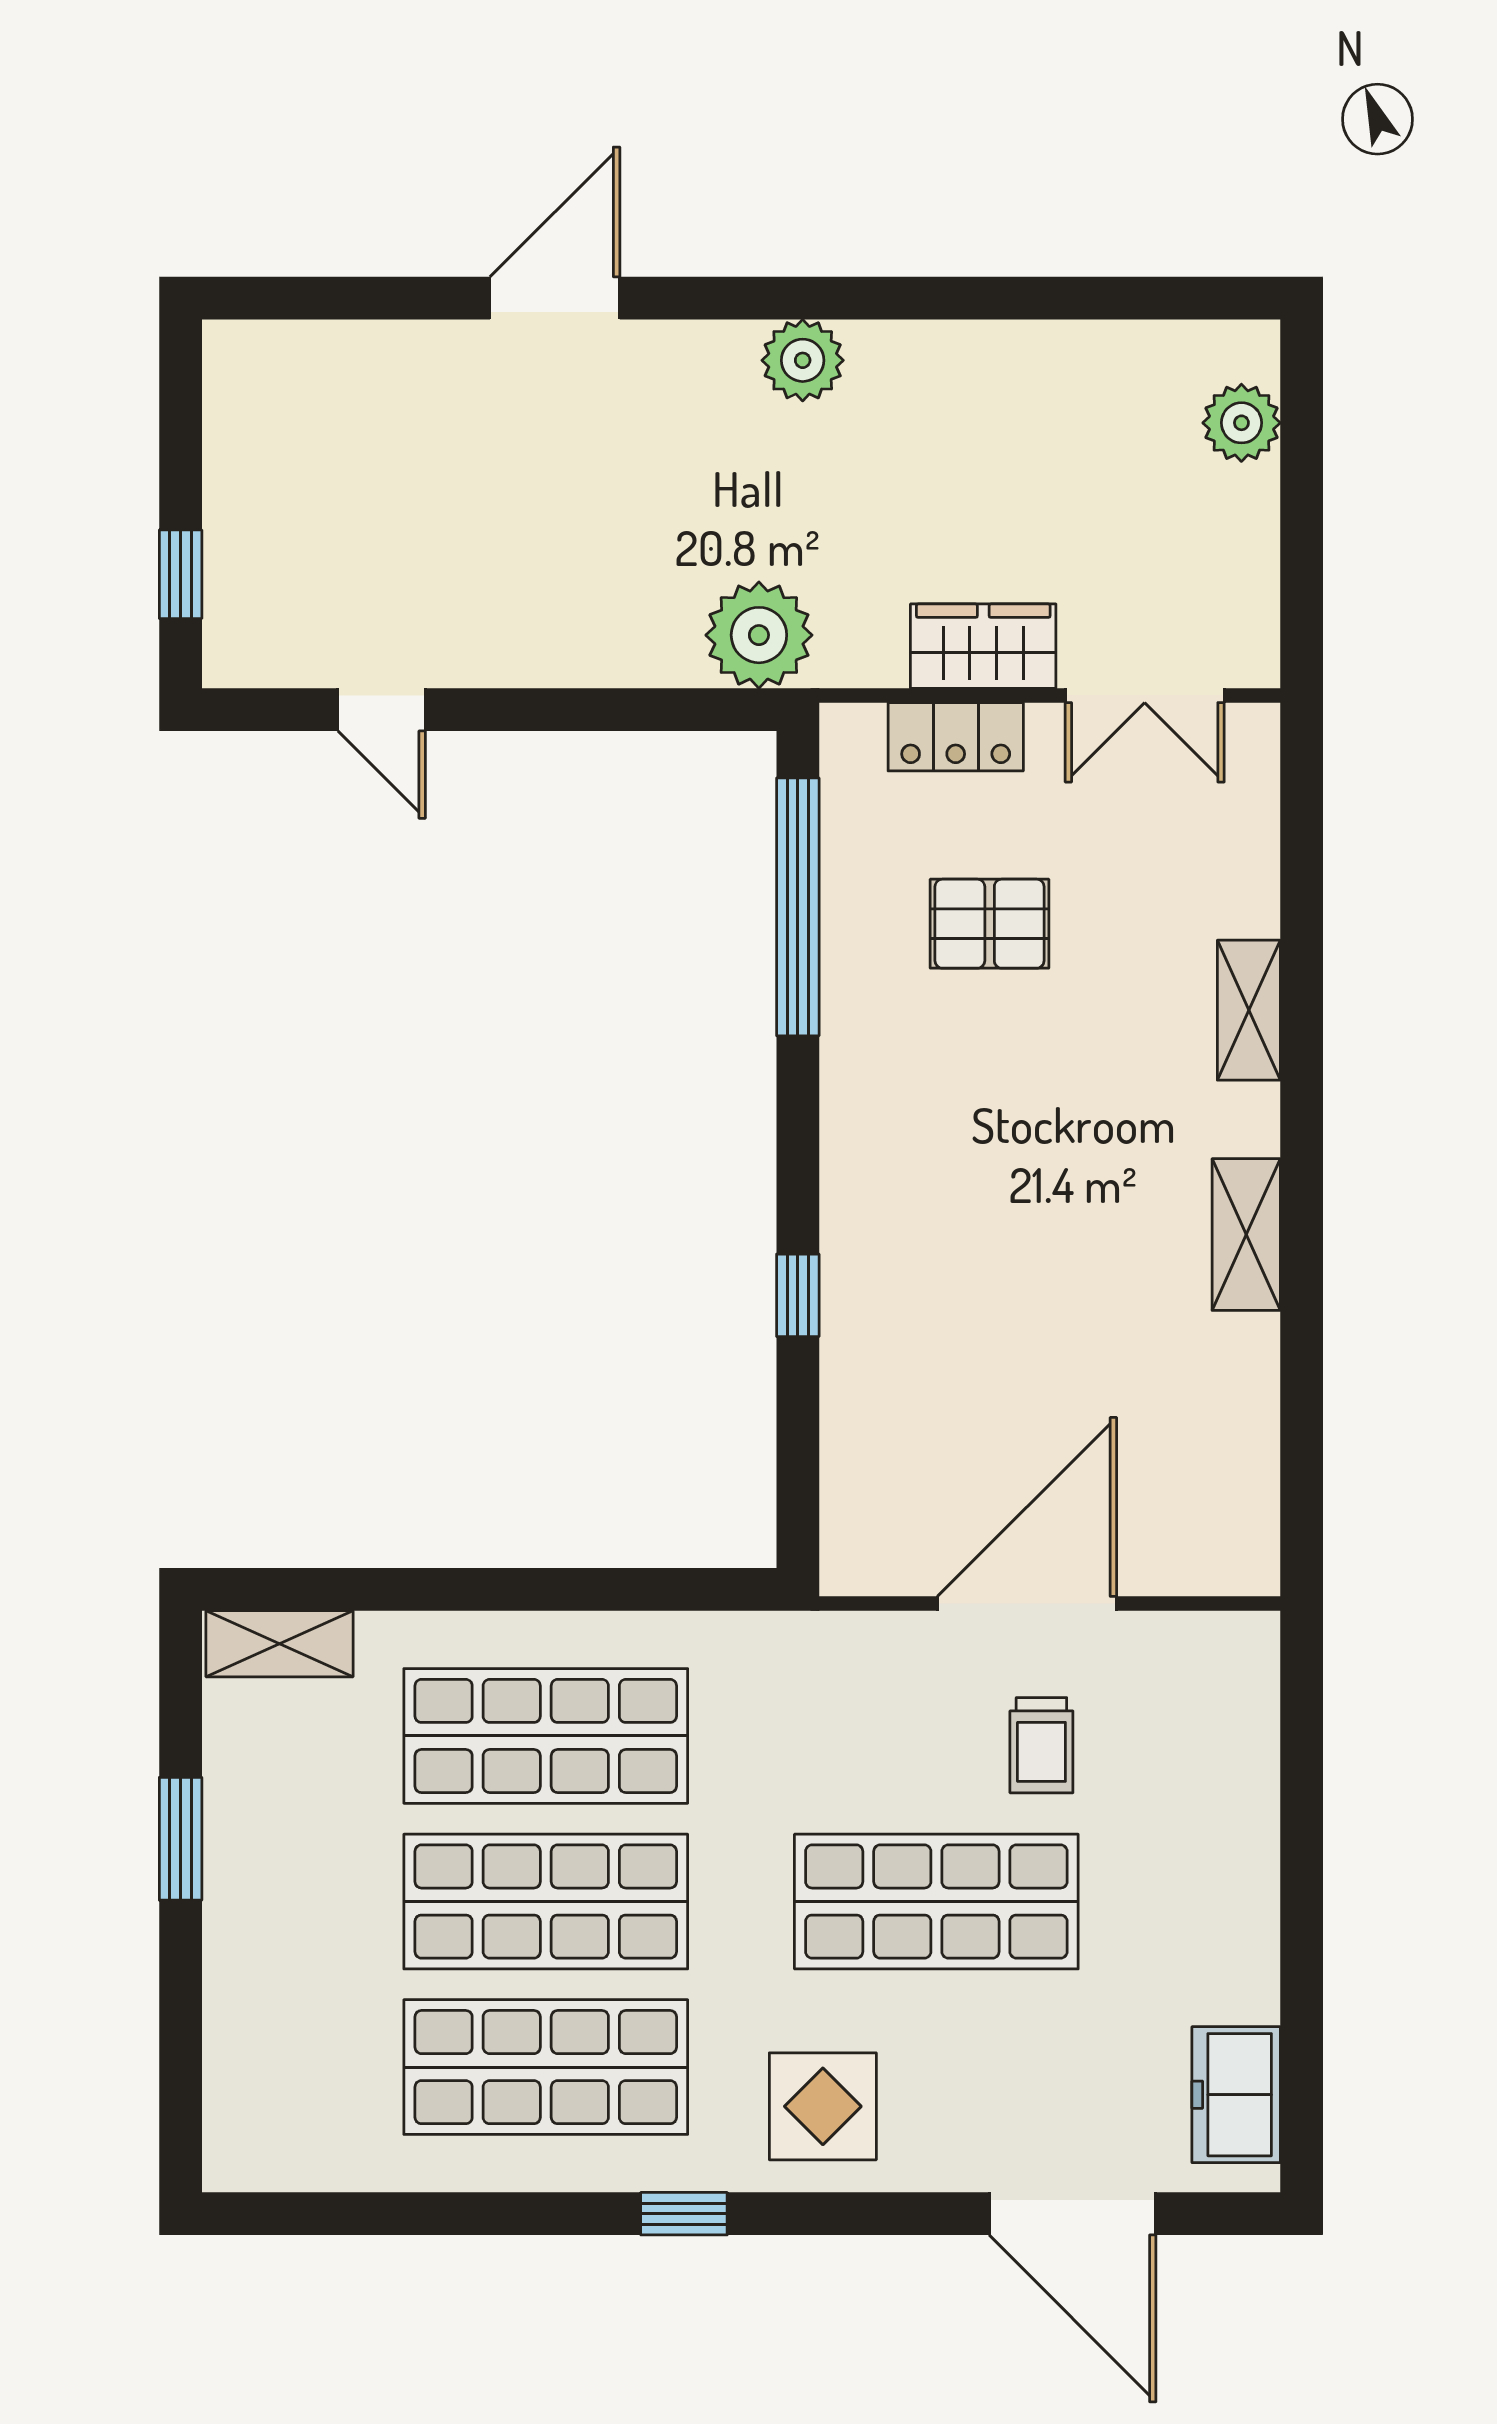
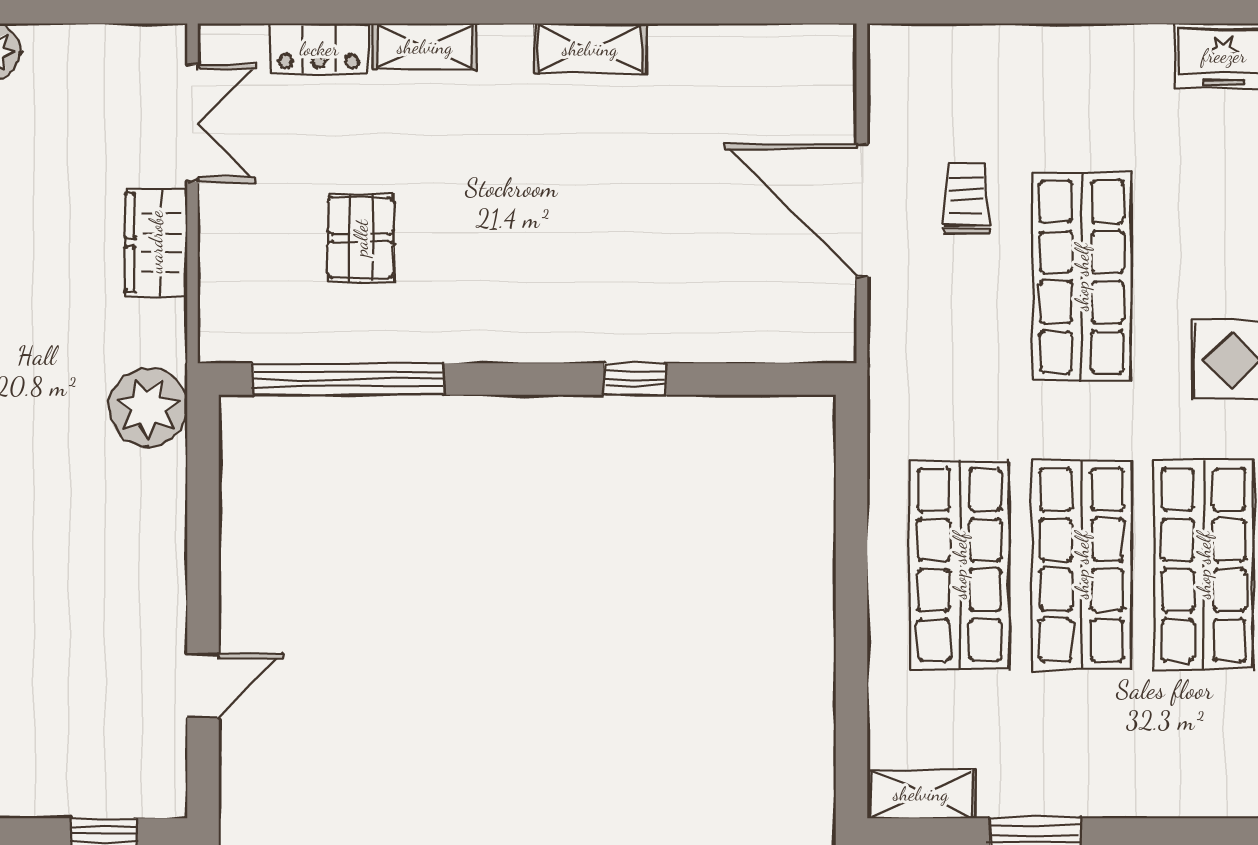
locker: (956, 737) -> (319, 49), moved, turned 90
shelving: (279, 1644) -> (921, 794), moved, turned 90
trolley: (1041, 1745) -> (966, 199), turned -90

